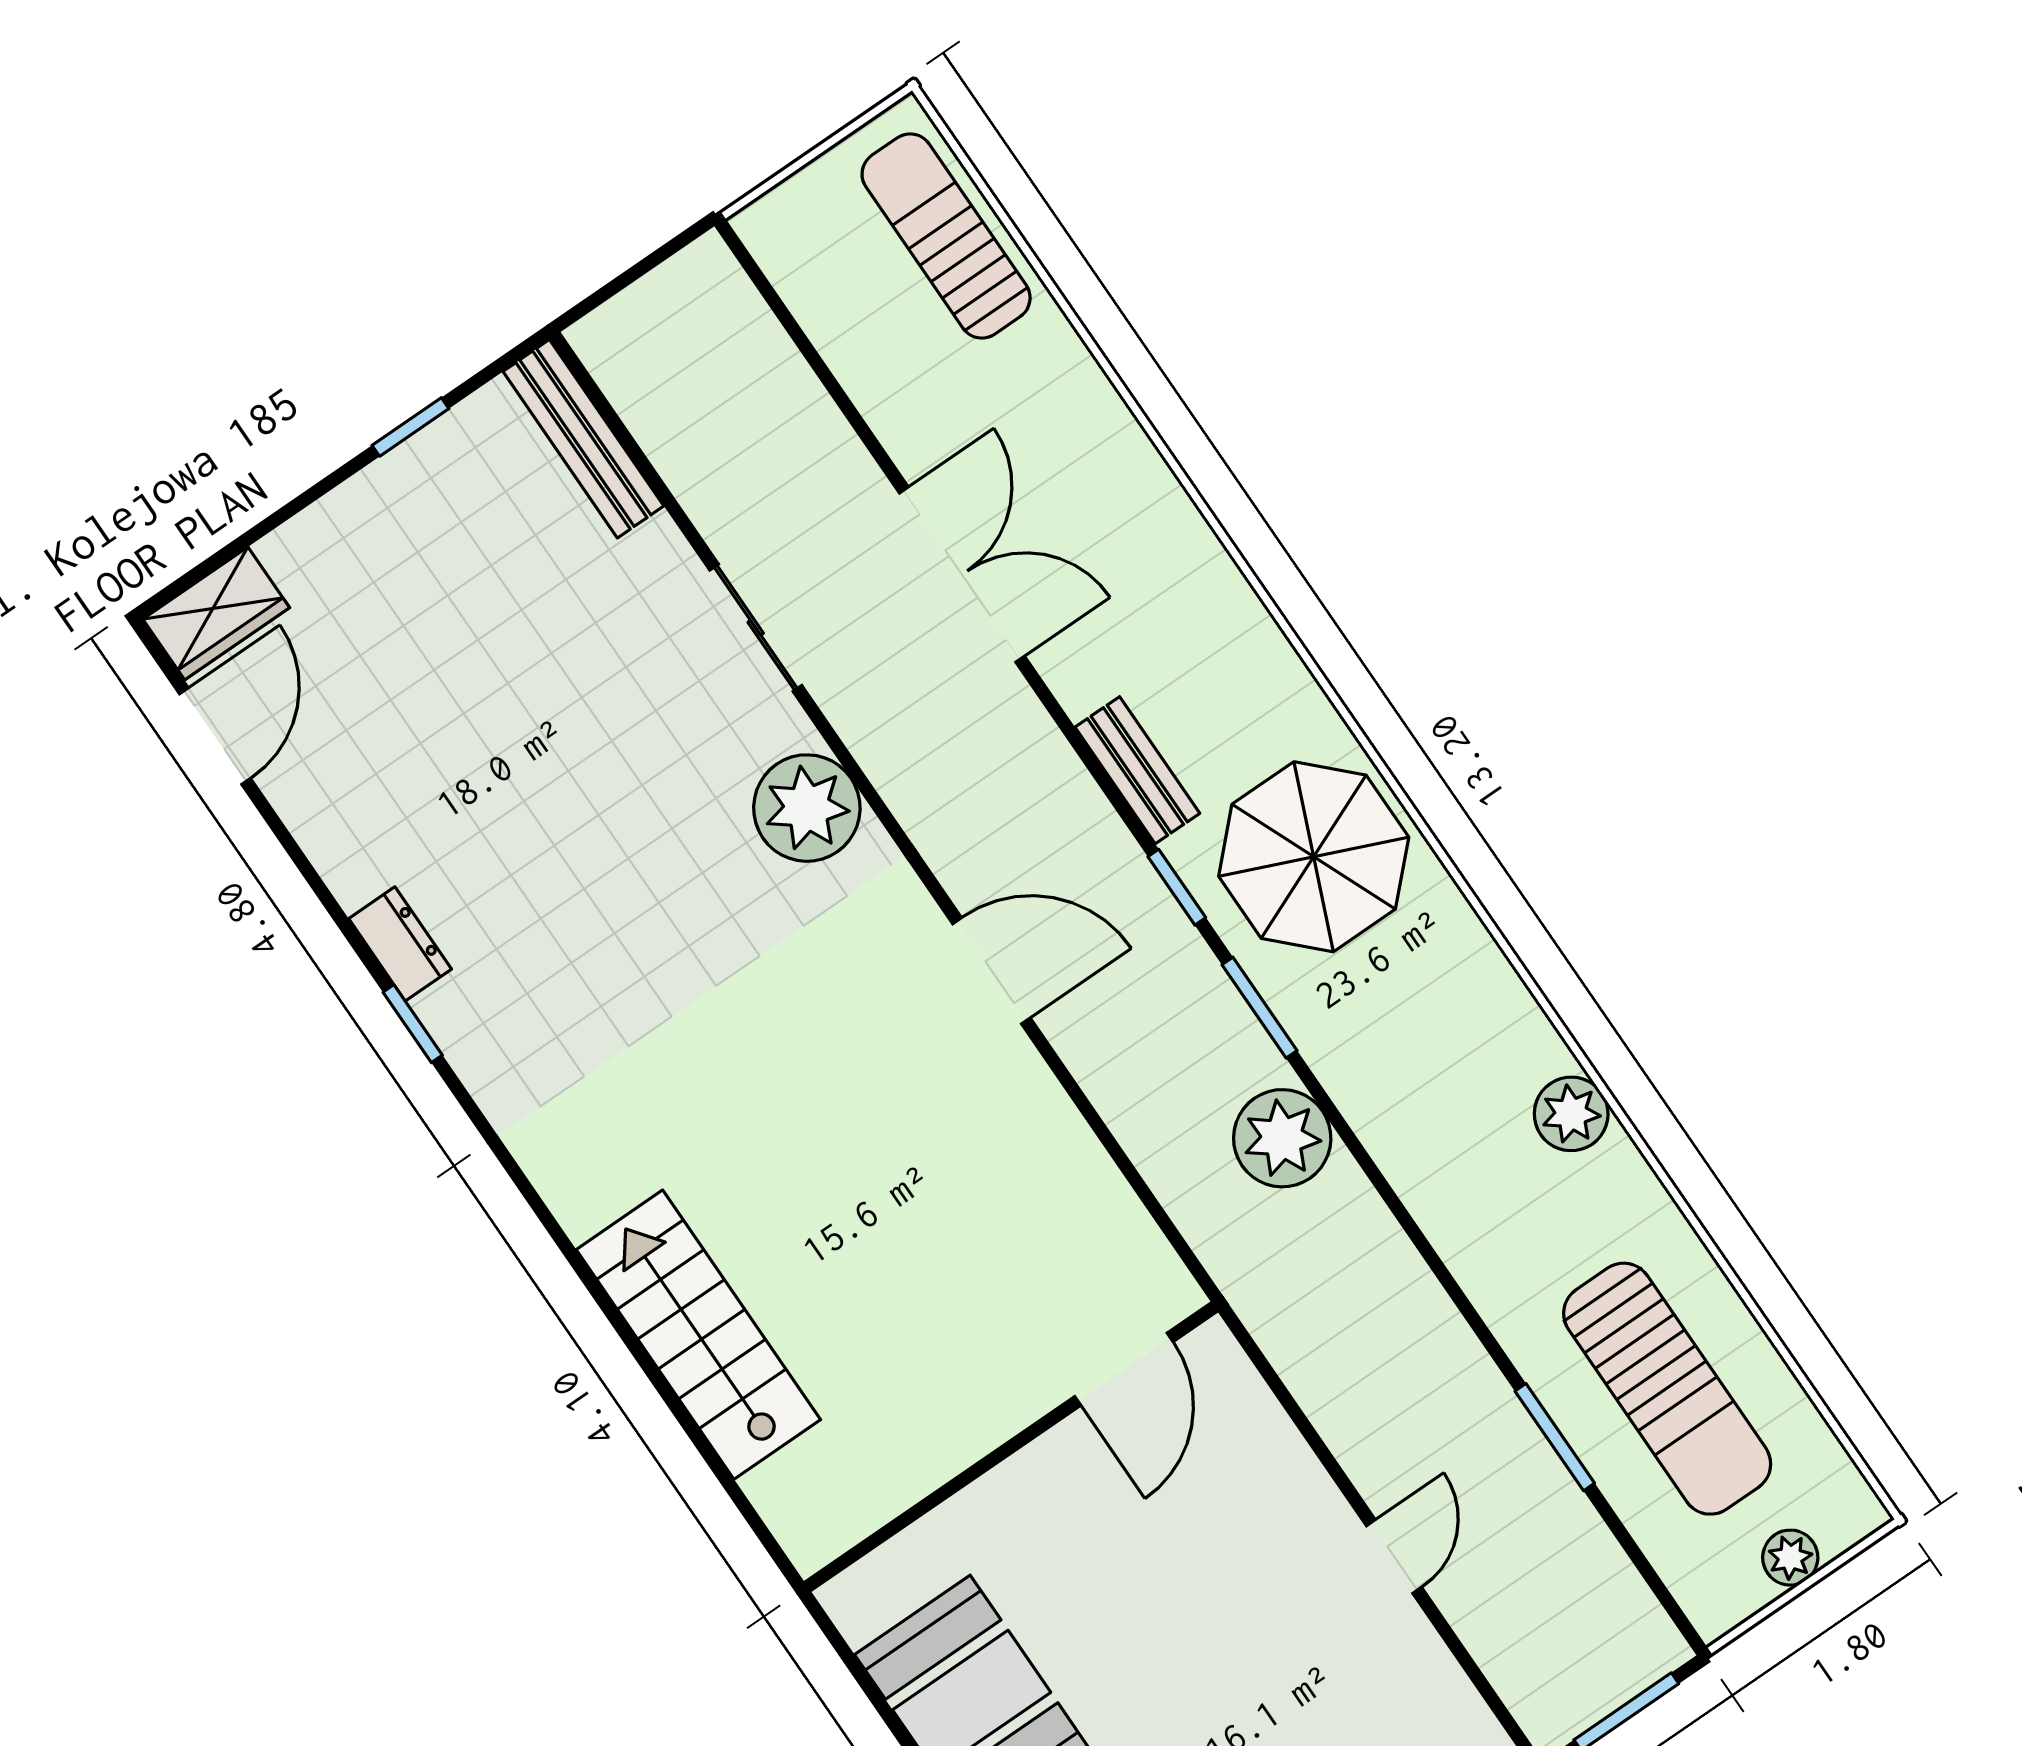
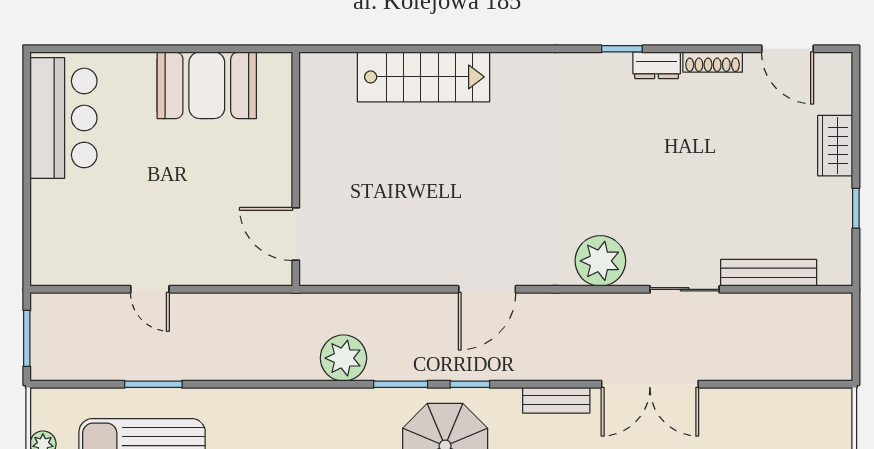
bench: (583, 439) -> (769, 273), moved
wardrobe: (216, 613) -> (835, 146), moved
bench: (1137, 770) -> (556, 400), moved
shoe rack: (328, 850) -> (713, 62), added

